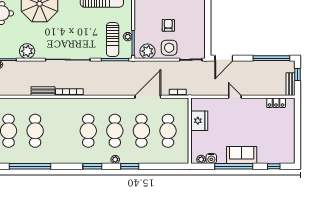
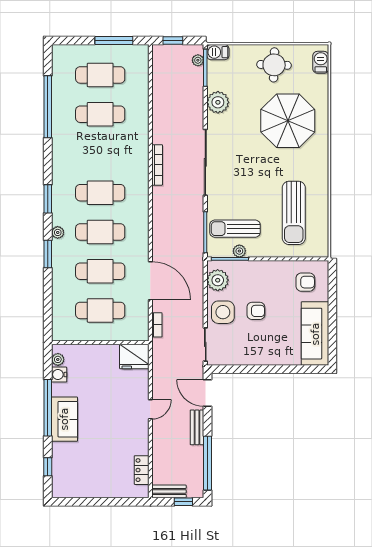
bench: (43, 91) -> (197, 427), moved
fridge: (199, 121) -> (134, 357), moved

